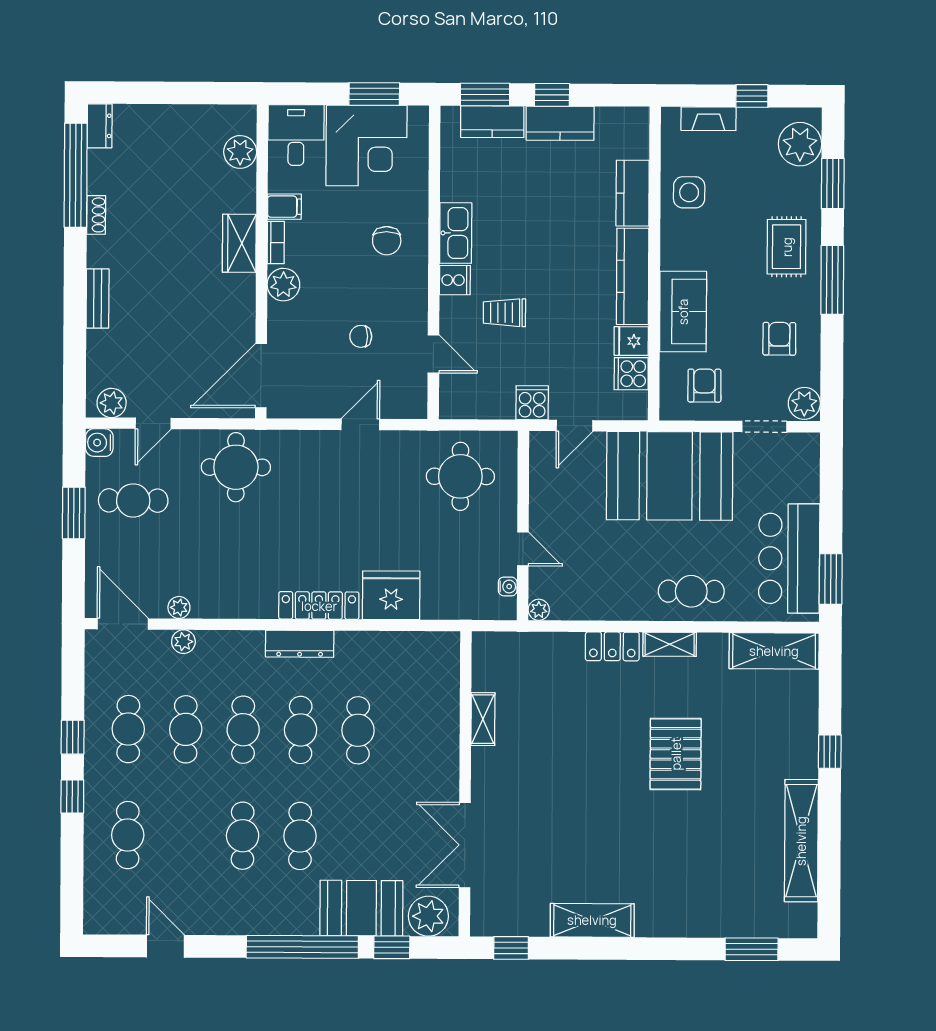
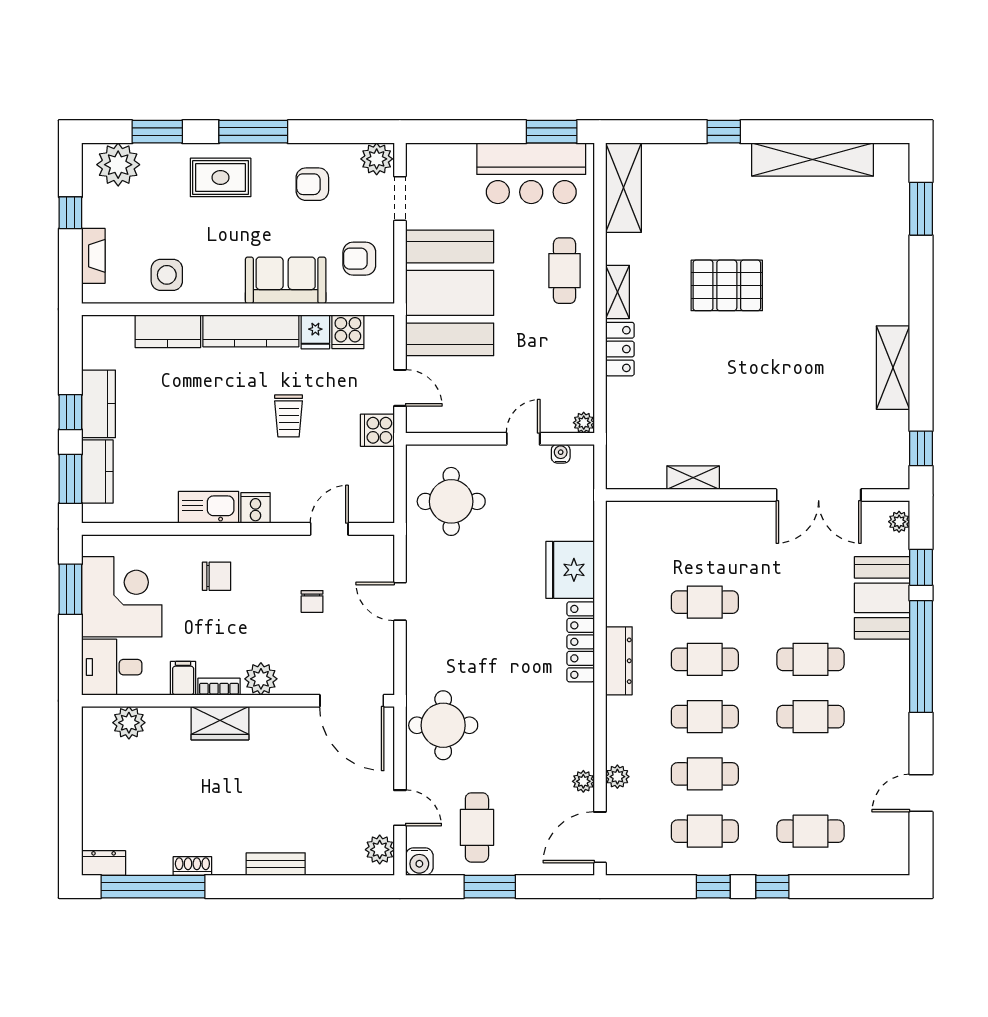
trolley: (504, 313) -> (289, 416), moved
plant: (428, 916) -> (899, 522), width x0.53, depth x0.53

